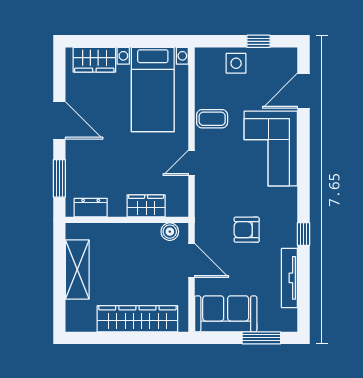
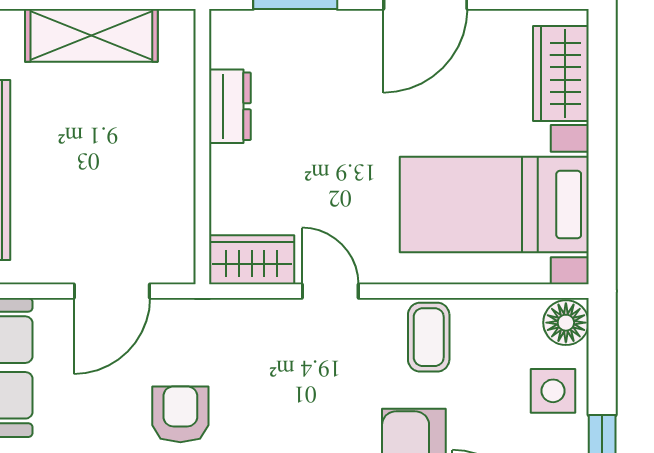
floor lamp: (206, 57) -> (566, 323), added
wardrobe: (146, 206) -> (252, 260), moved, turned -90
dresser: (91, 208) -> (230, 106), moved
boiler: (170, 232) -> (176, 242), removed

